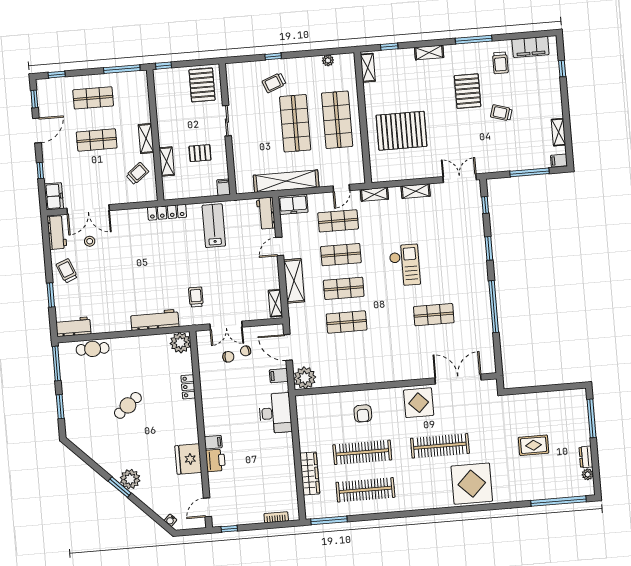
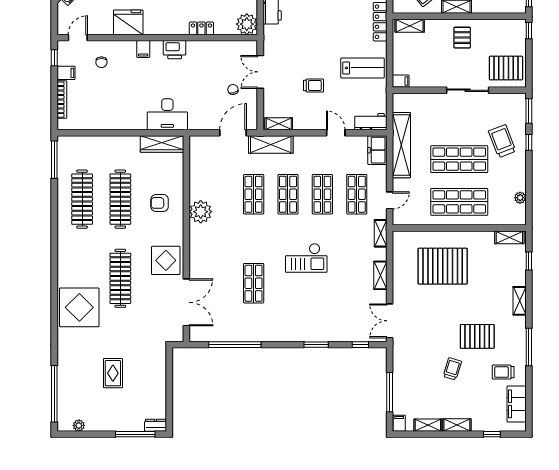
window: (242, 59) -> (529, 111), added
trolley: (274, 83) -> (502, 141), width x1.36, depth x1.39
shelving: (556, 104) -> (457, 425), added
sliding door: (227, 121) -> (468, 90), width x1.37
pallet: (402, 131) -> (443, 266), turned 90
pallet: (200, 153) -> (462, 38), moved
shelving: (167, 161) -> (410, 26), moved
double door: (460, 178) -> (390, 321), swing flipped
door: (341, 188) -> (390, 200), swing flipped
shelving: (294, 281) -> (271, 145), moved
trolley: (196, 297) -> (313, 85), moved
window: (494, 307) -> (235, 345), moved
chair: (228, 357) -> (101, 62), moved
filing cabinet: (279, 376) -> (66, 73), moved, turned 90
plant: (305, 378) -> (201, 212), moved
dresser: (586, 457) -> (156, 425), moved
printer: (215, 460) -> (175, 50), moved
wardrobe: (310, 473) -> (162, 144), moved
door: (207, 507) -> (78, 38), hinge flipped
bookcase: (276, 517) -> (62, 100), width x1.56

